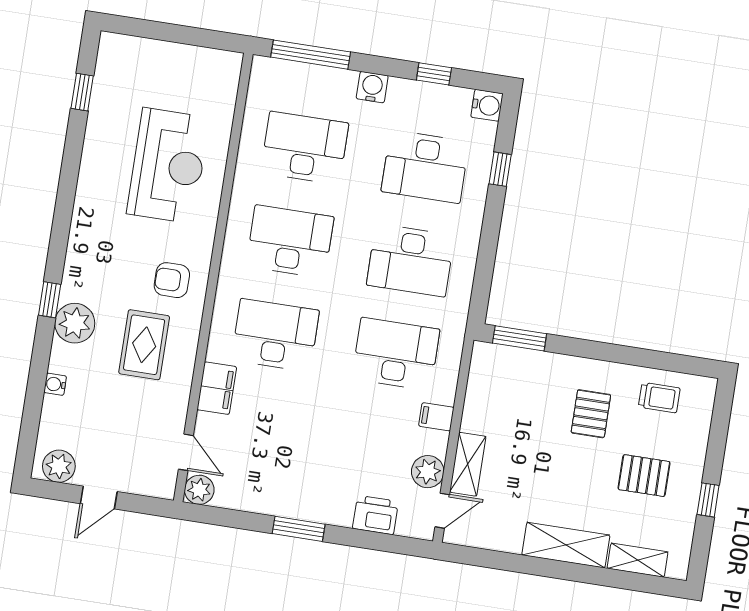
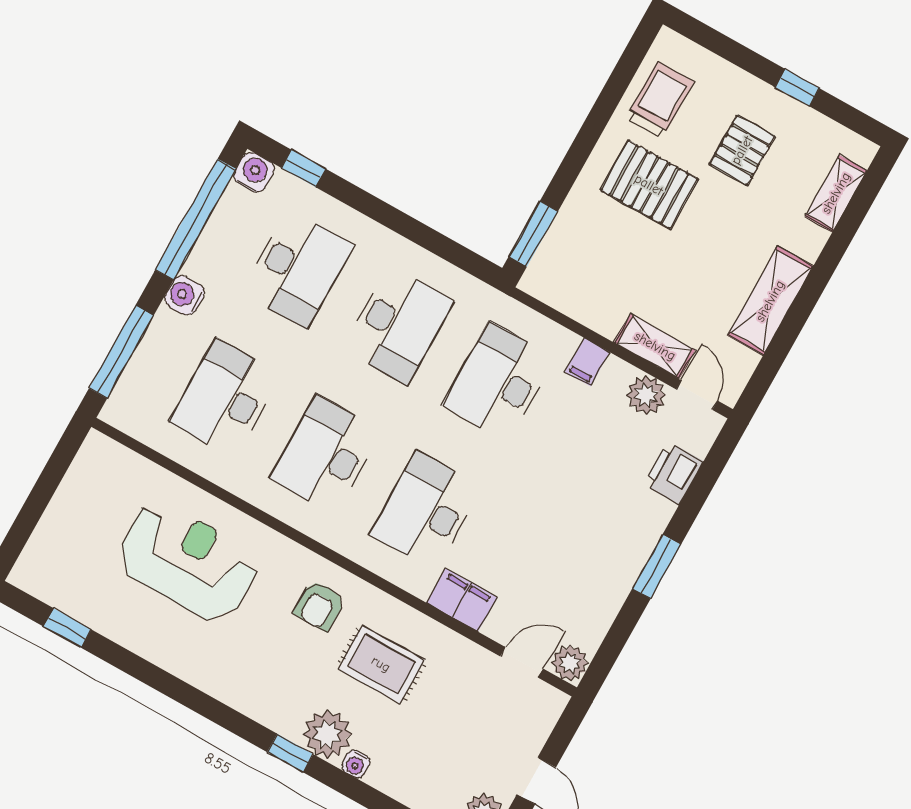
window: (434, 74) -> (196, 219), width x3.17
window: (500, 169) -> (304, 168), moved
water cooler: (55, 384) -> (356, 764), moved
trolley: (659, 398) -> (660, 100), width x1.36, depth x1.39
pallet: (591, 414) -> (649, 185), width x1.50, depth x1.42
shelving: (566, 545) -> (770, 301), moved

